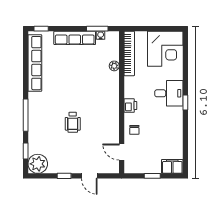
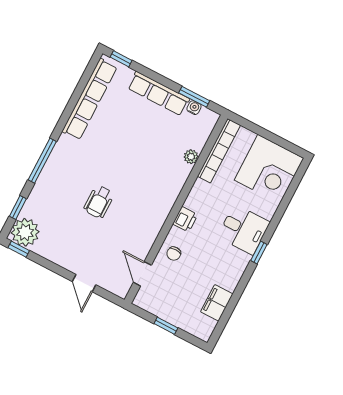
filing cabinet: (172, 166) -> (217, 303), moved, turned -90
window: (64, 176) -> (19, 249), moved

